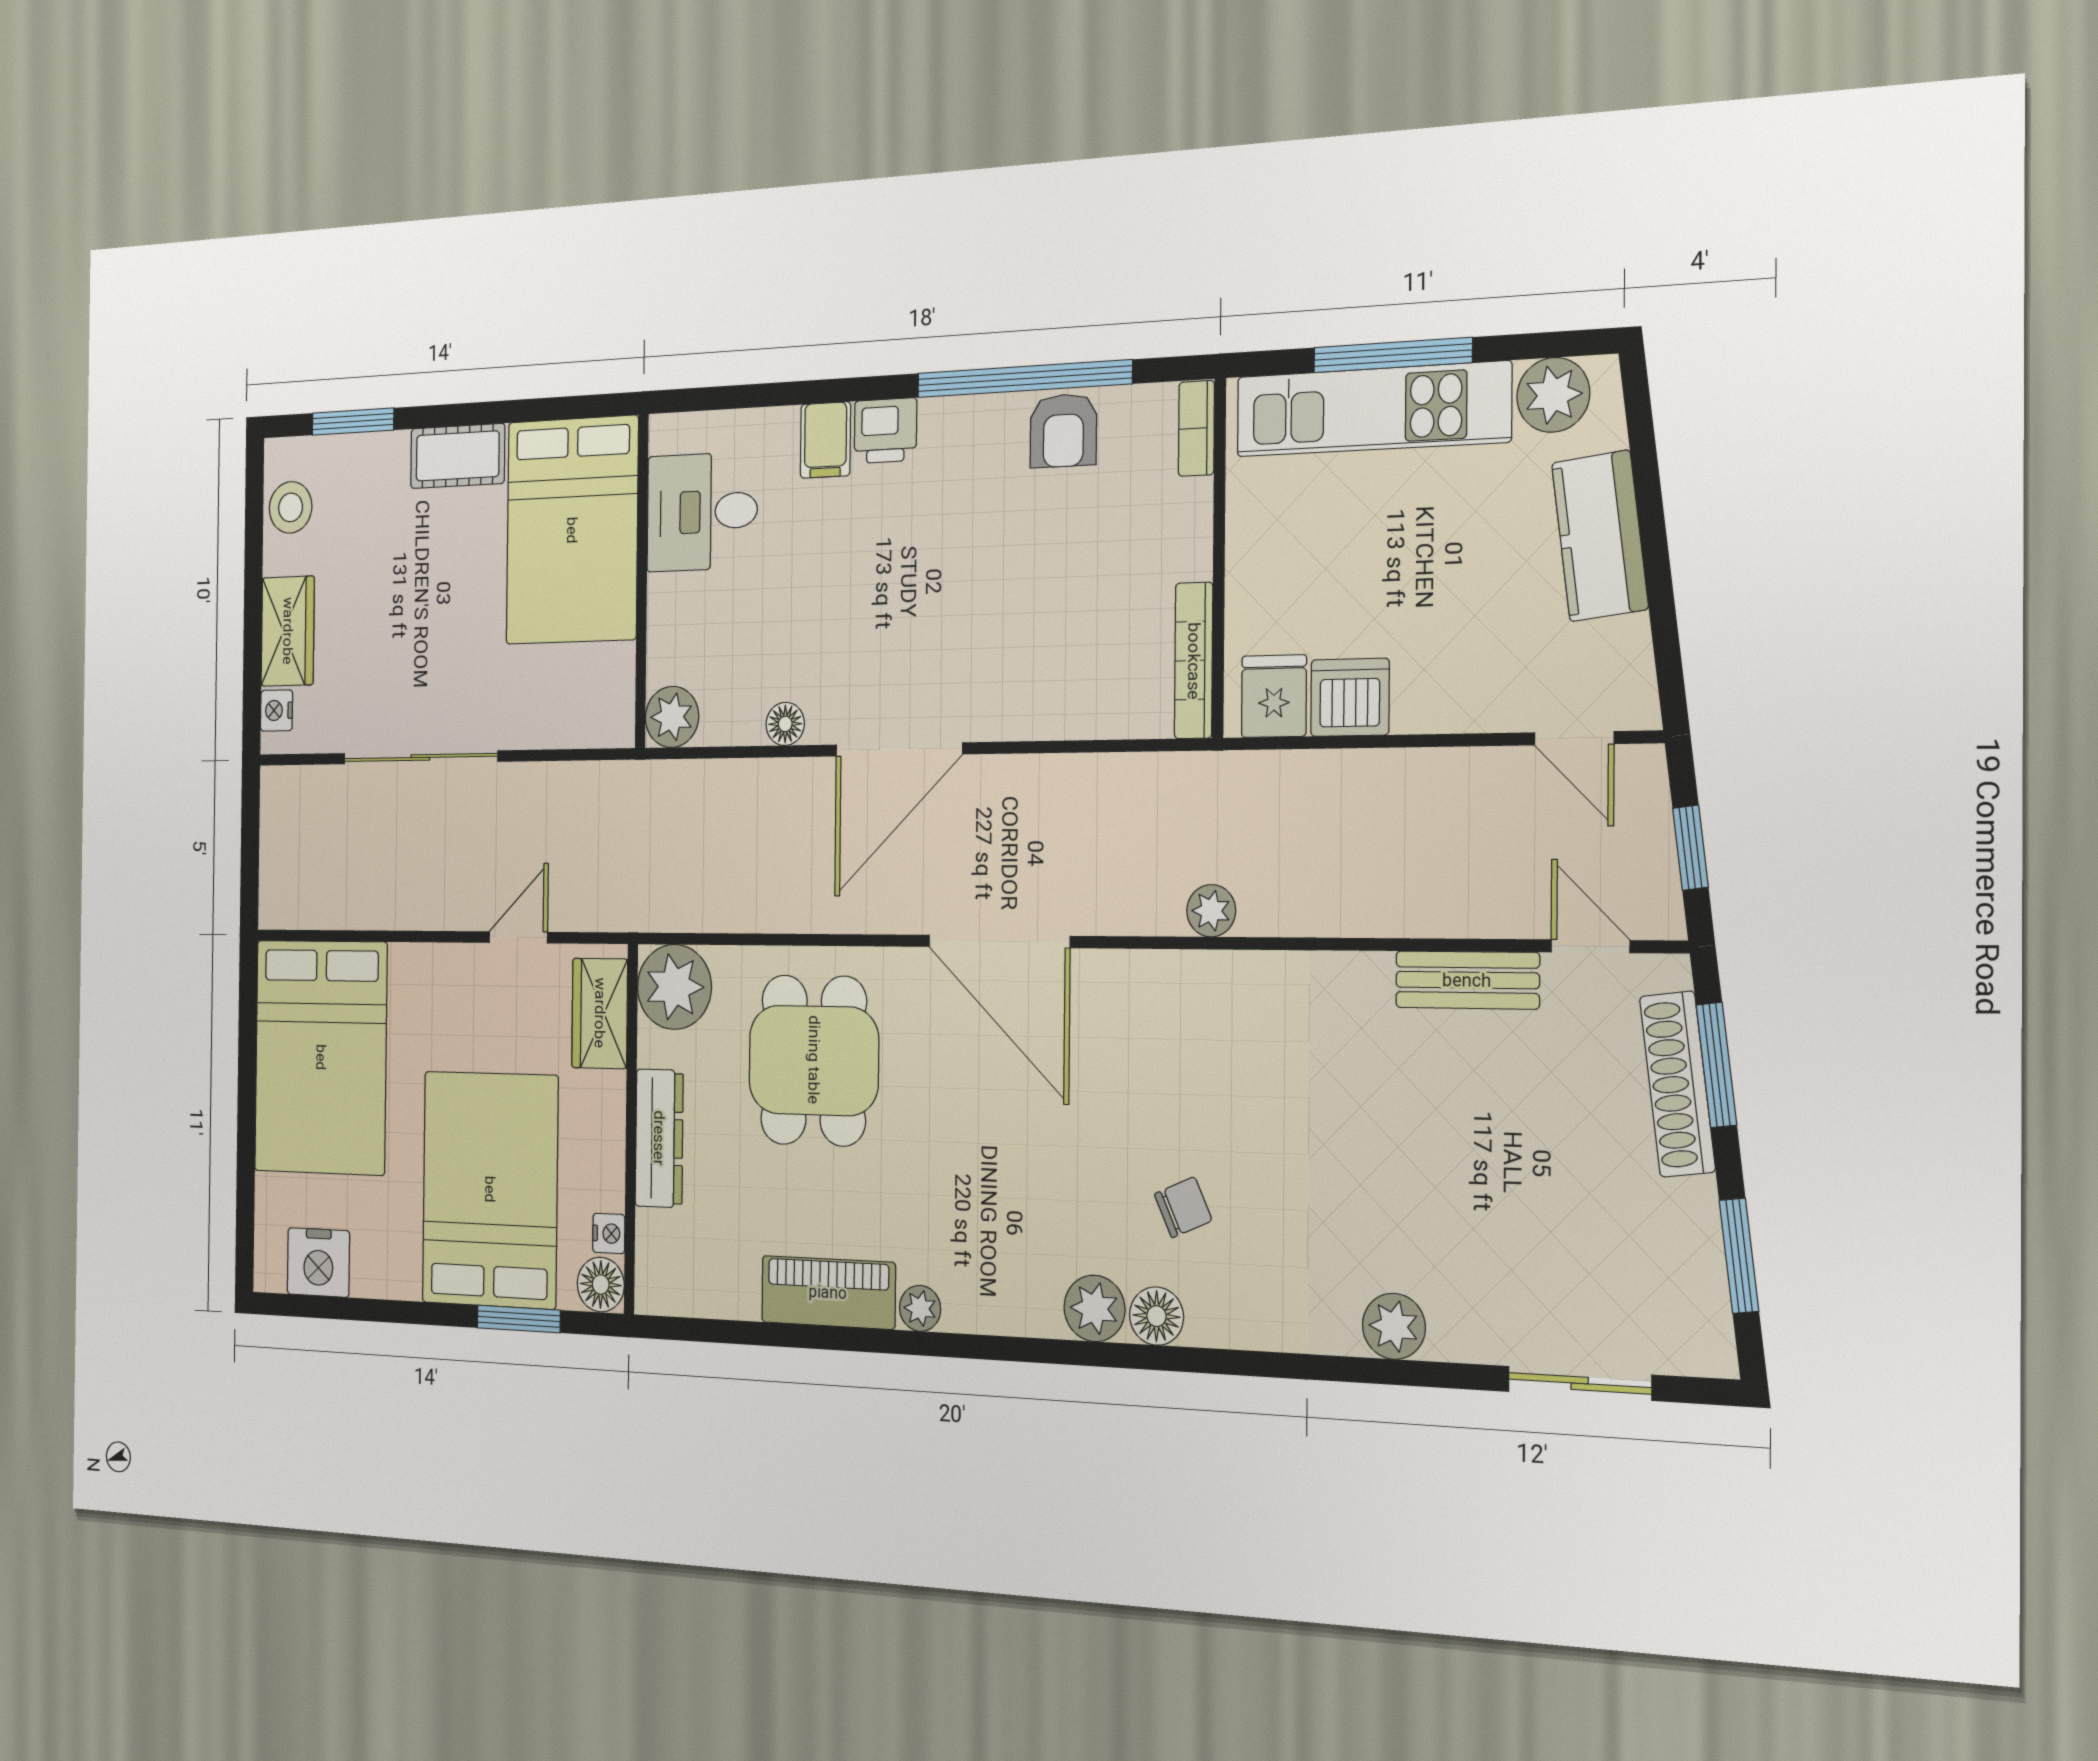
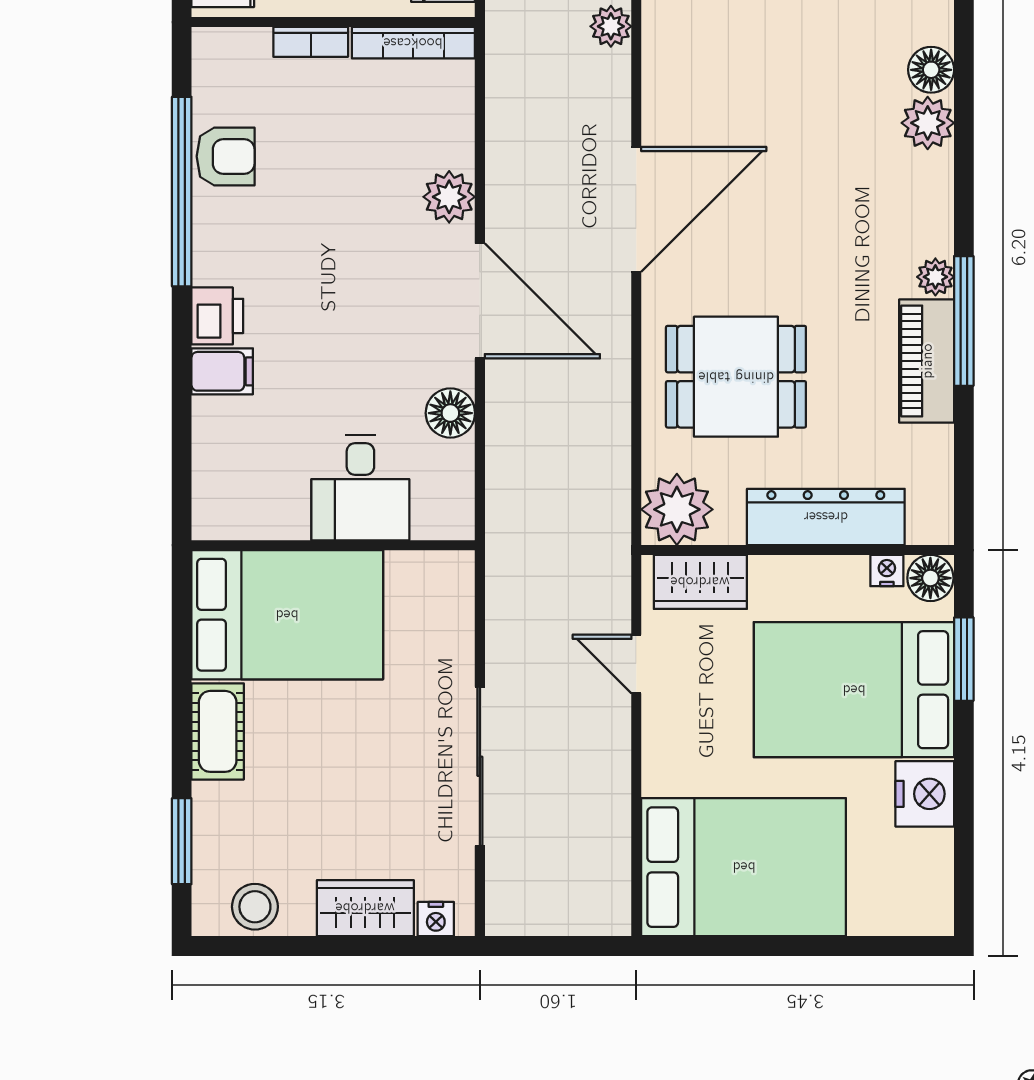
bookcase: (1196, 428) -> (311, 42), moved
desk: (702, 512) -> (360, 487), moved
plant: (672, 717) -> (449, 197), moved
floor lamp: (785, 724) -> (450, 413), width x1.37, depth x1.37
dresser: (659, 1138) -> (826, 517), width x1.37, depth x1.24
chair: (1183, 1207) -> (844, 48), removed
nightstand: (318, 1262) -> (925, 794), moved
window: (871, 1340) -> (964, 321), added

